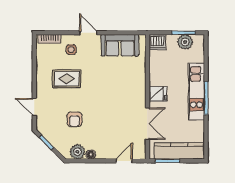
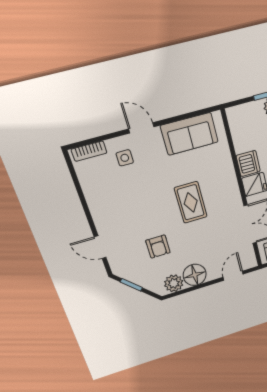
dishwasher: (157, 42) -> (248, 164), moved, turned -90
rug: (67, 79) -> (191, 202), moved, turned 90
floor lamp: (91, 154) -> (195, 275), width x1.89, depth x1.89

